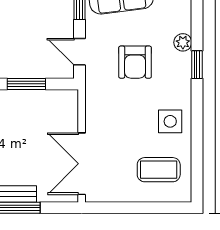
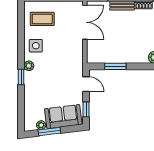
plant: (183, 42) -> (29, 66), moved
armchair: (135, 62) -> (55, 78), removed

